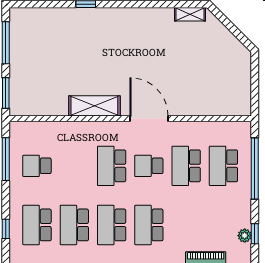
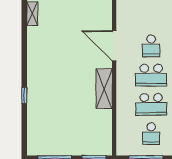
door: (149, 119) -> (114, 46), hinge flipped
school desk: (186, 166) -> (151, 104), moved

